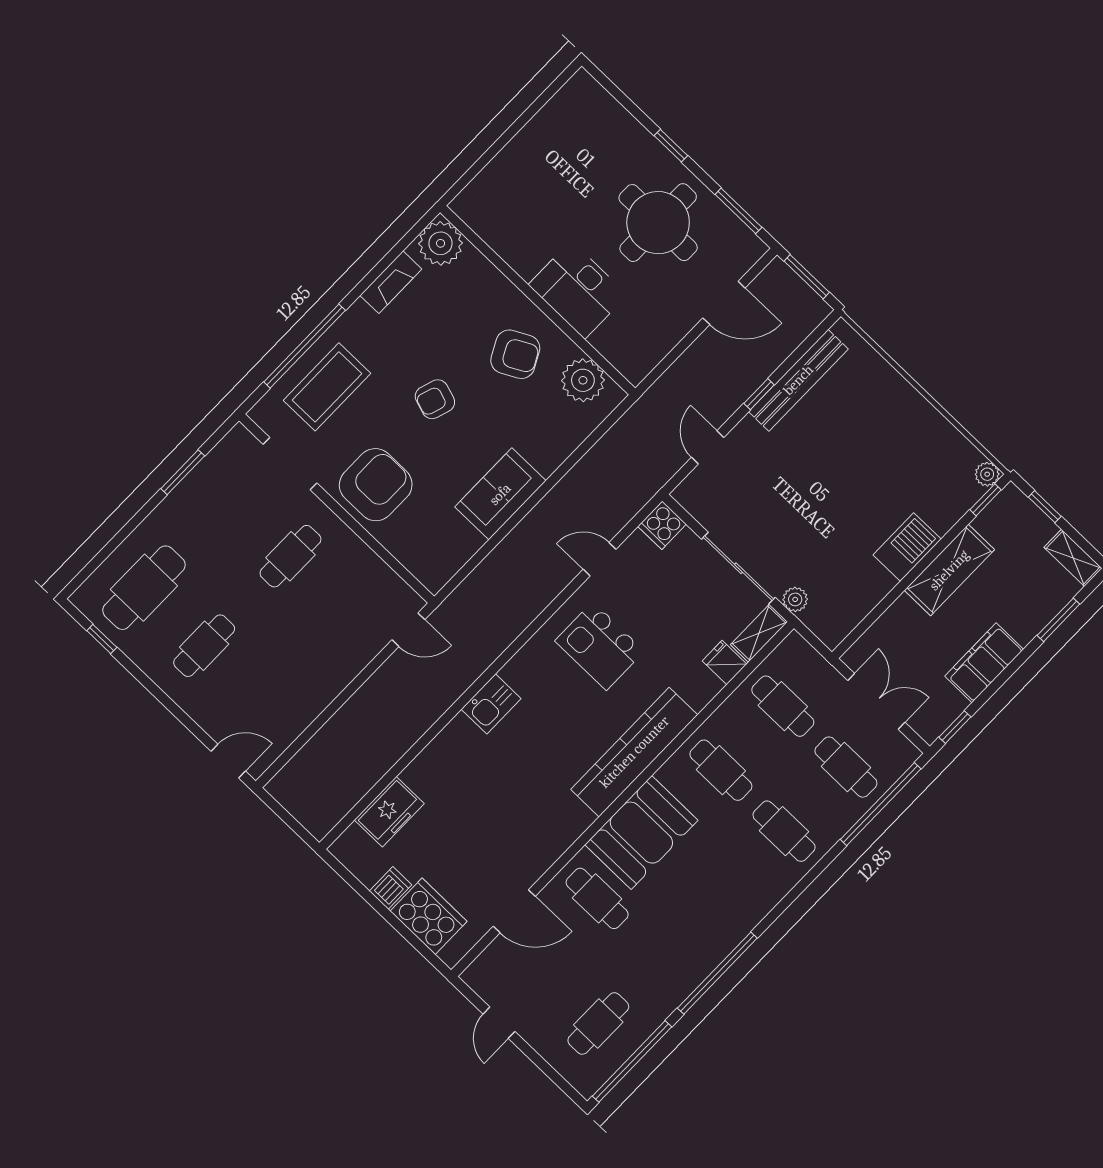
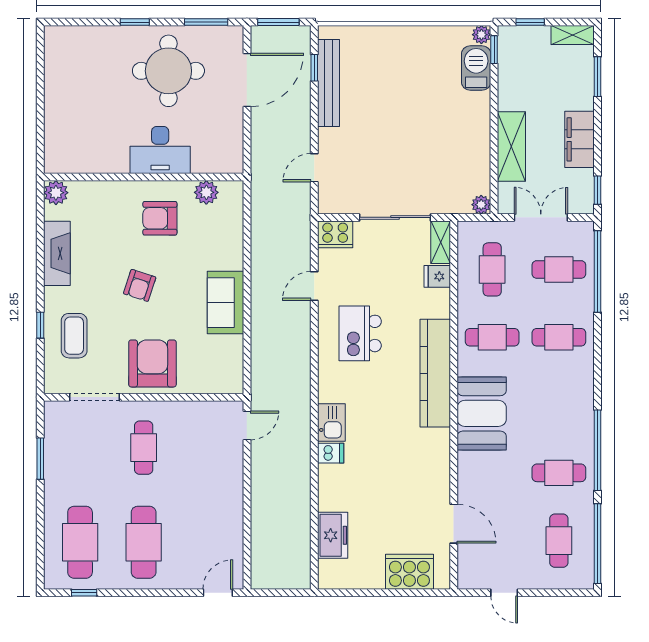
plant: (441, 243) -> (56, 193), width x0.73, depth x0.73
fireplace: (391, 282) -> (57, 253), width x1.37, depth x1.32
door: (724, 303) -> (247, 80), width x1.36
window: (305, 346) -> (40, 325), width x0.32
armchair: (515, 354) -> (160, 218), turned -152
plant: (583, 380) -> (206, 192), width x0.73, depth x0.73
coffee table: (327, 387) -> (74, 336), width x0.73, depth x0.76
window: (759, 394) -> (314, 68), moved
door: (708, 447) -> (314, 168), hinge flipped
cooker: (662, 525) -> (335, 234), width x1.36
barbecue: (907, 547) -> (476, 68), moved
shelving: (949, 570) -> (511, 146), moved
plant: (795, 599) -> (481, 205), moved
cafe table: (204, 646) -> (144, 542), width x1.37, depth x1.35
kitchen island: (600, 646) -> (360, 333), turned 90
cafe table: (783, 706) -> (492, 269), turned 90
dishwasher: (391, 888) -> (331, 453), moved, turned 90
cafe table: (597, 898) -> (559, 473), moved
door: (514, 911) -> (454, 524), hinge flipped

